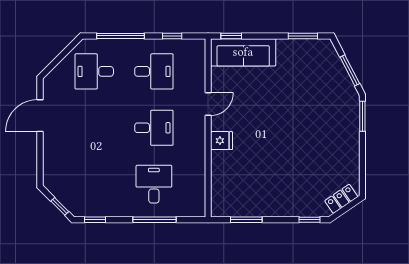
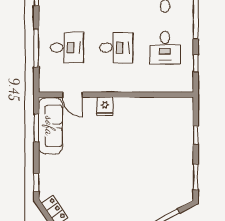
window: (231, 36) -> (196, 135), moved
sofa: (243, 52) -> (50, 126), moved, turned 180
door: (208, 104) -> (72, 95), moved
desk: (154, 128) -> (116, 48), turned -90

